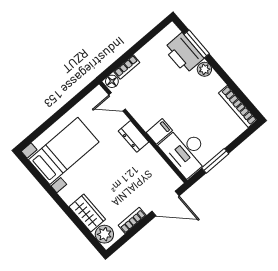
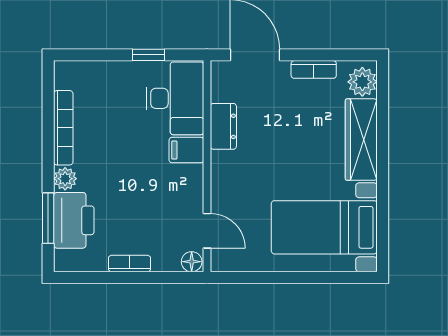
bookcase: (127, 67) -> (130, 264), moved
bookcase: (238, 106) -> (63, 128), moved
dresser: (134, 136) -> (223, 126), moved
window: (215, 161) -> (148, 55), width x0.67
wardrobe: (87, 213) -> (361, 140), width x1.50

